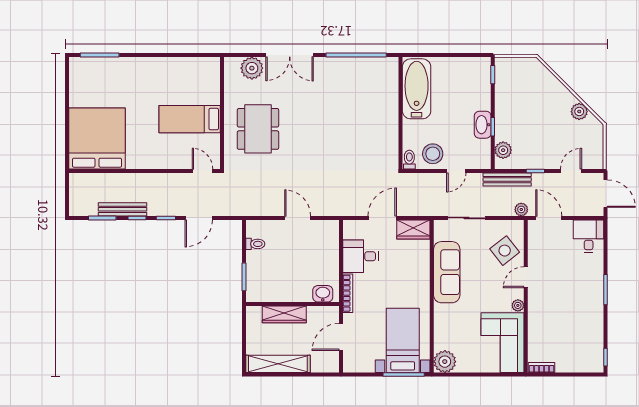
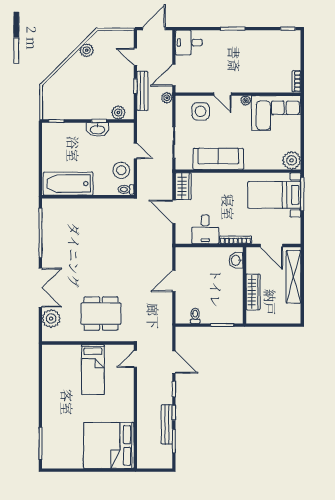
bench: (507, 180) -> (142, 91), moved
side table: (505, 251) -> (201, 111), turned 38
shelving: (278, 364) -> (294, 277), moved

